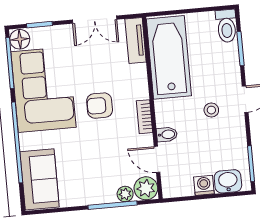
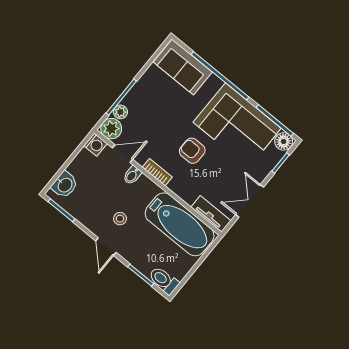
armchair: (100, 106) -> (192, 151), turned -90
washing machine: (204, 185) -> (95, 145), moved

